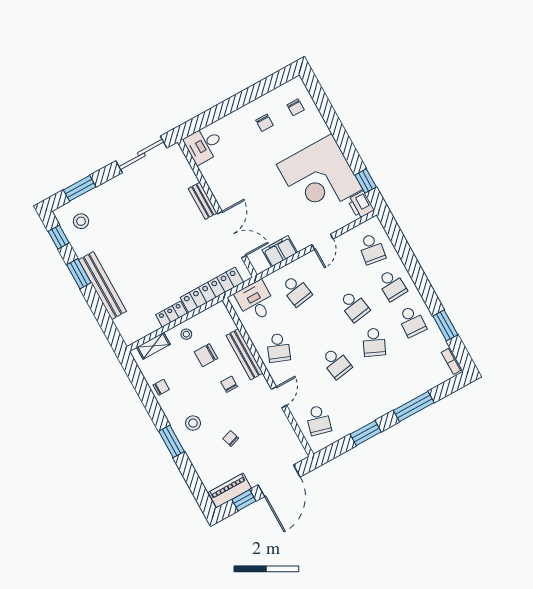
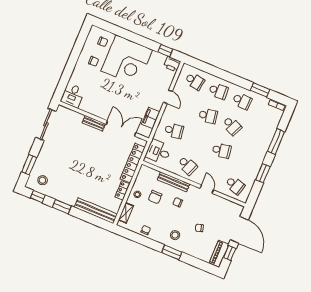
corner desk: (320, 177) -> (127, 60), moved
bench: (103, 286) -> (96, 211), moved

